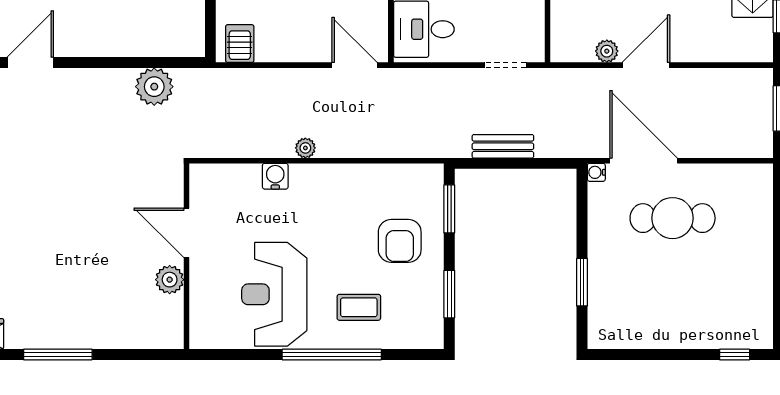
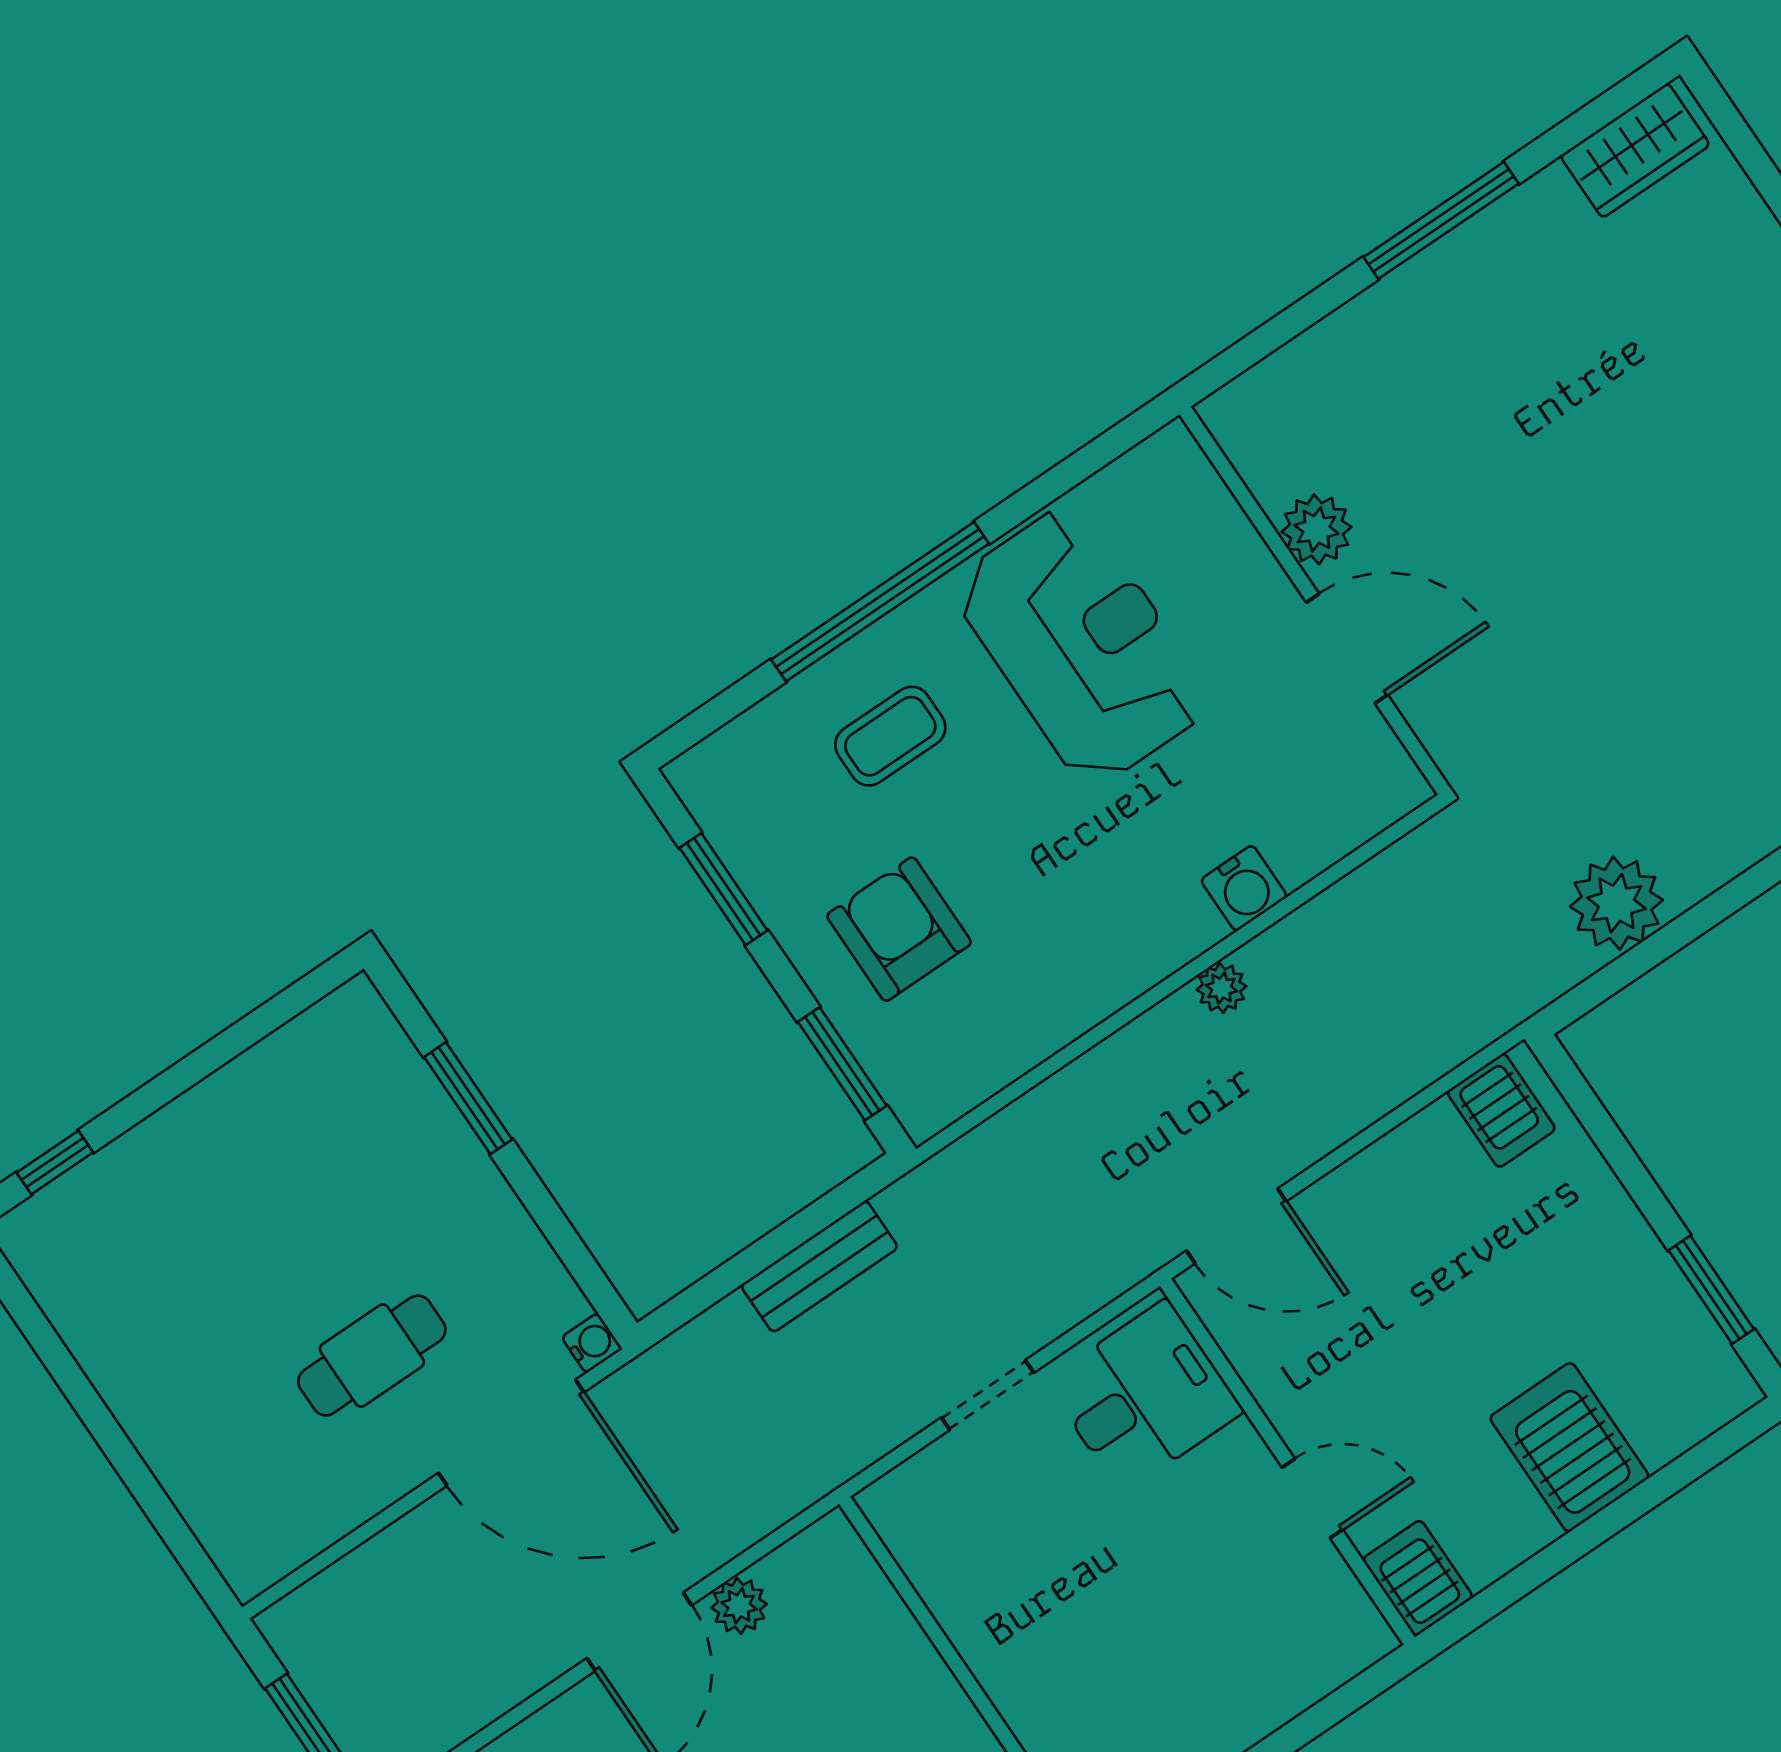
doorway: (505, 65) -> (988, 1395), moved
cafe table: (673, 218) -> (372, 1356), width x0.73, depth x0.74

